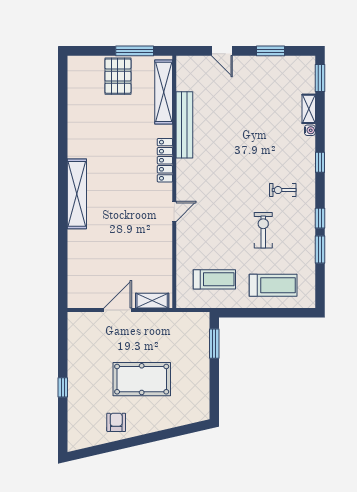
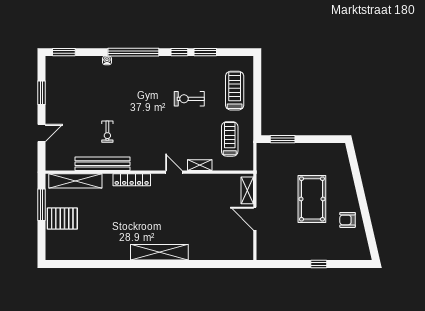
shelving: (309, 109) -> (200, 165), moved
window: (320, 162) -> (133, 52), width x3.17
exercise bike: (283, 190) -> (107, 132), moved

